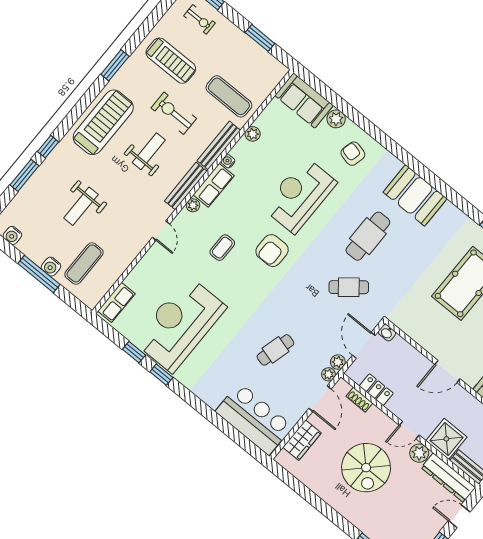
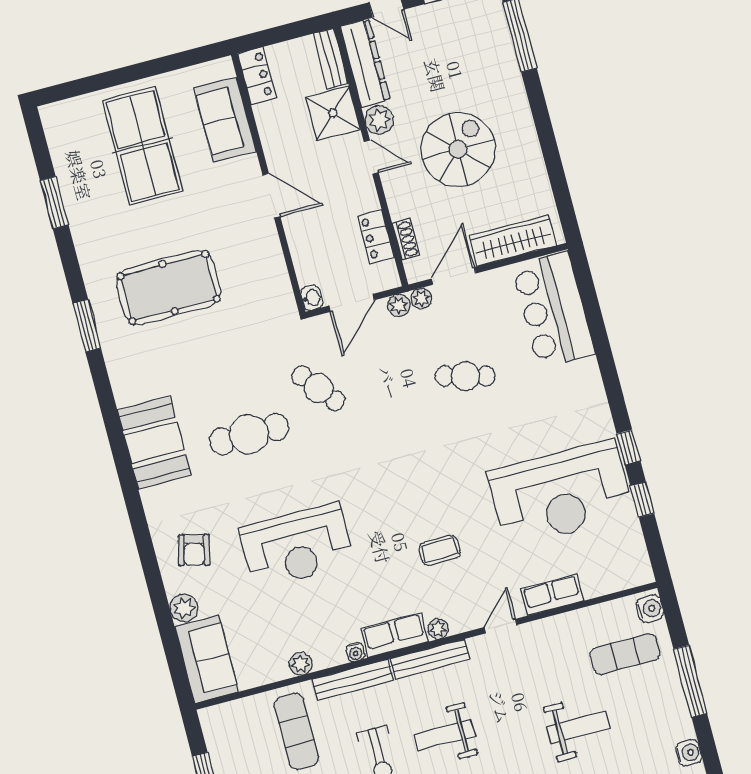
armchair: (272, 251) -> (381, 502), removed
water cooler: (51, 267) -> (650, 609), moved
row of seats: (116, 302) -> (552, 595), moved
wardrobe: (302, 440) -> (513, 241), width x1.50

